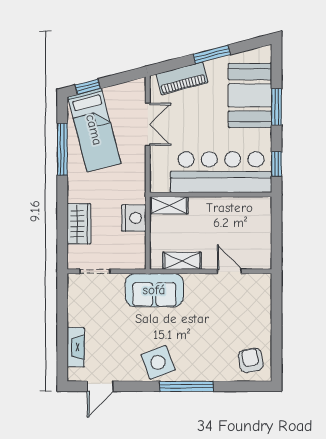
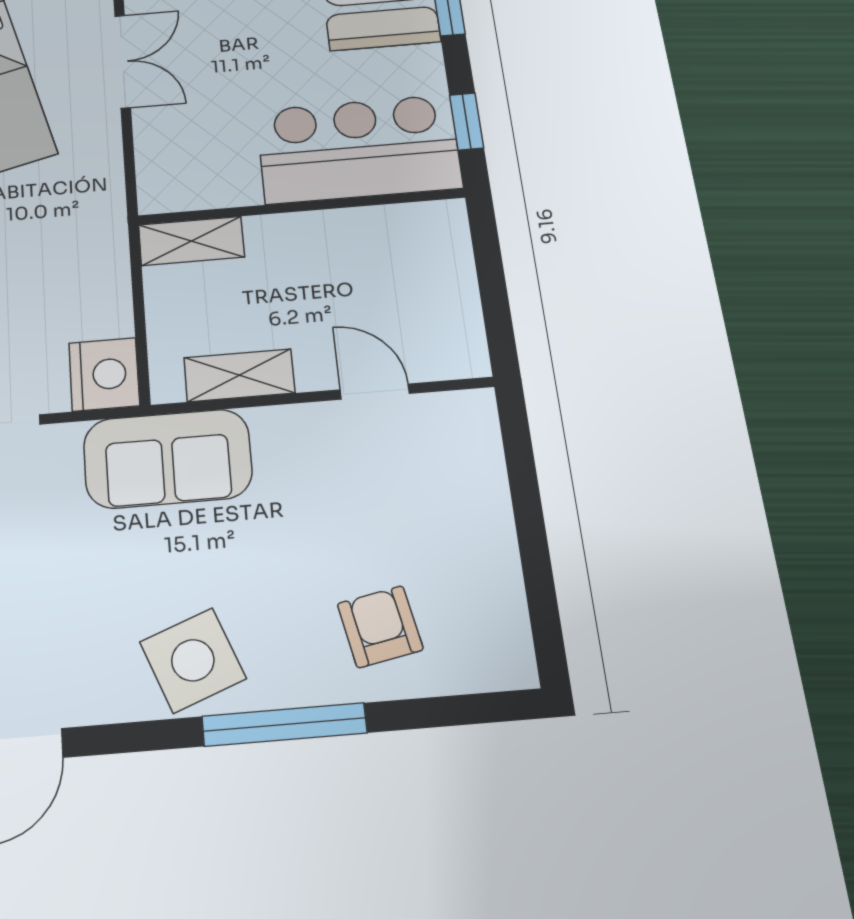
bar counter: (221, 172) -> (358, 149), width x0.73
nightstand: (134, 218) -> (104, 374), moved
armchair: (251, 360) -> (380, 627), moved

